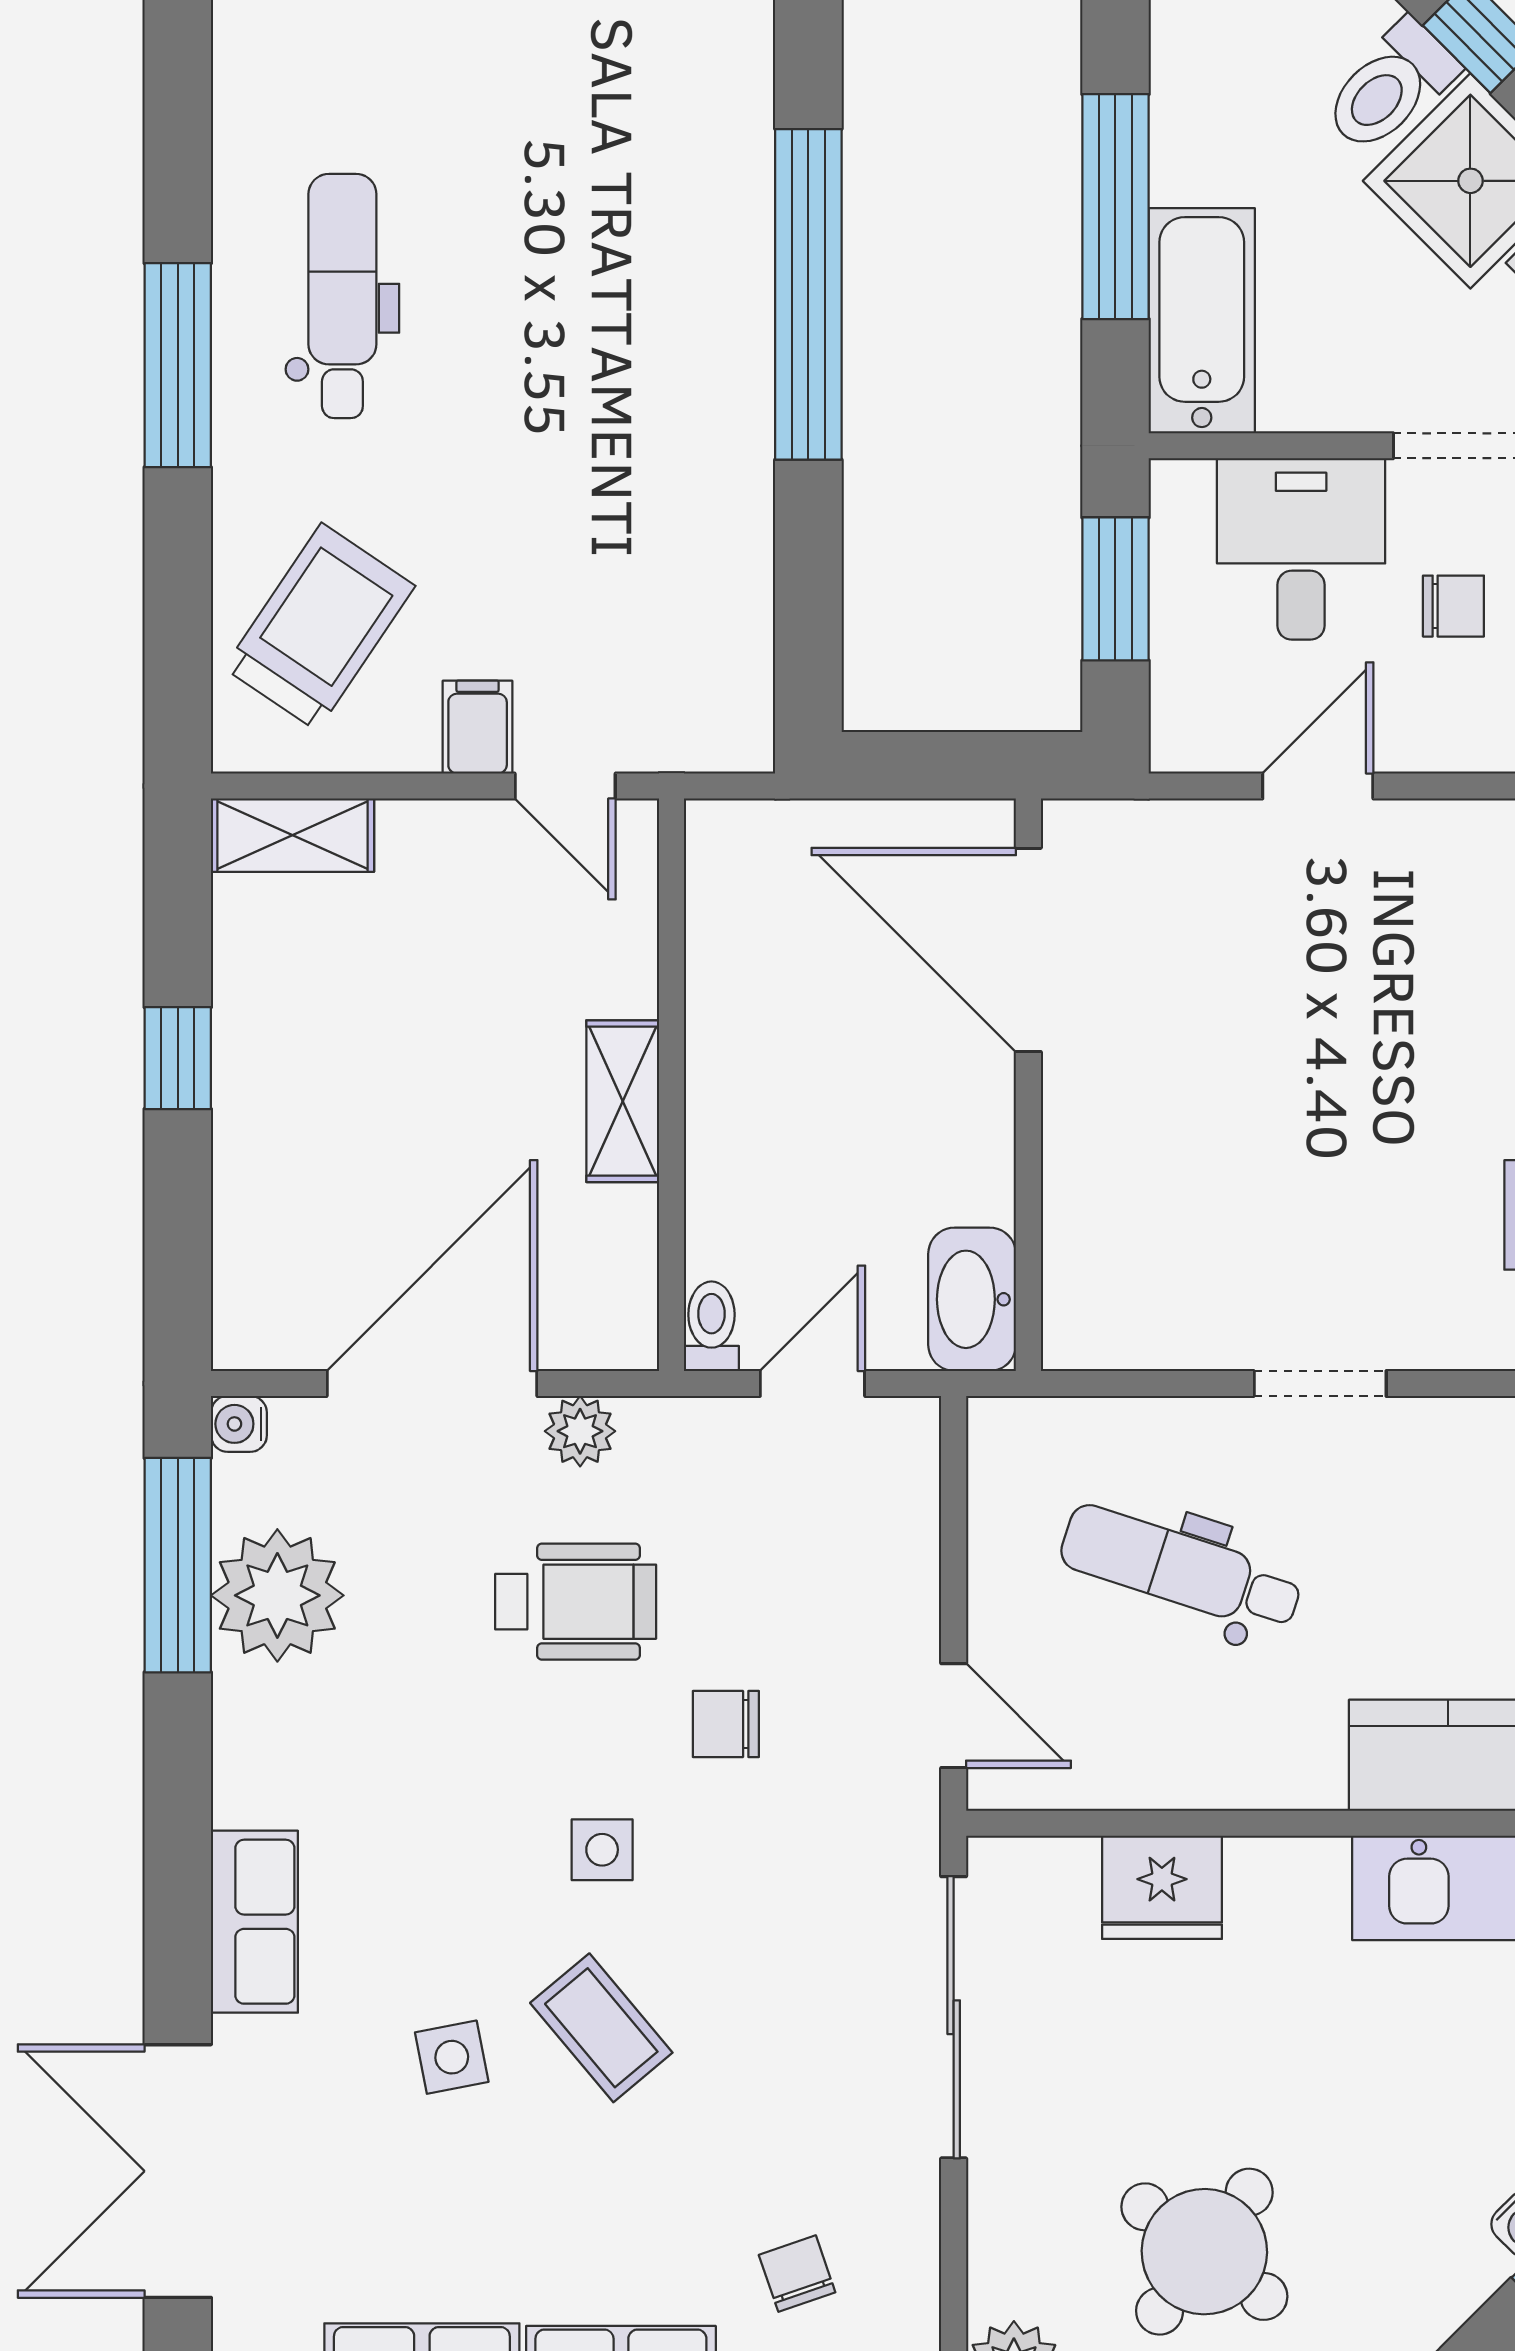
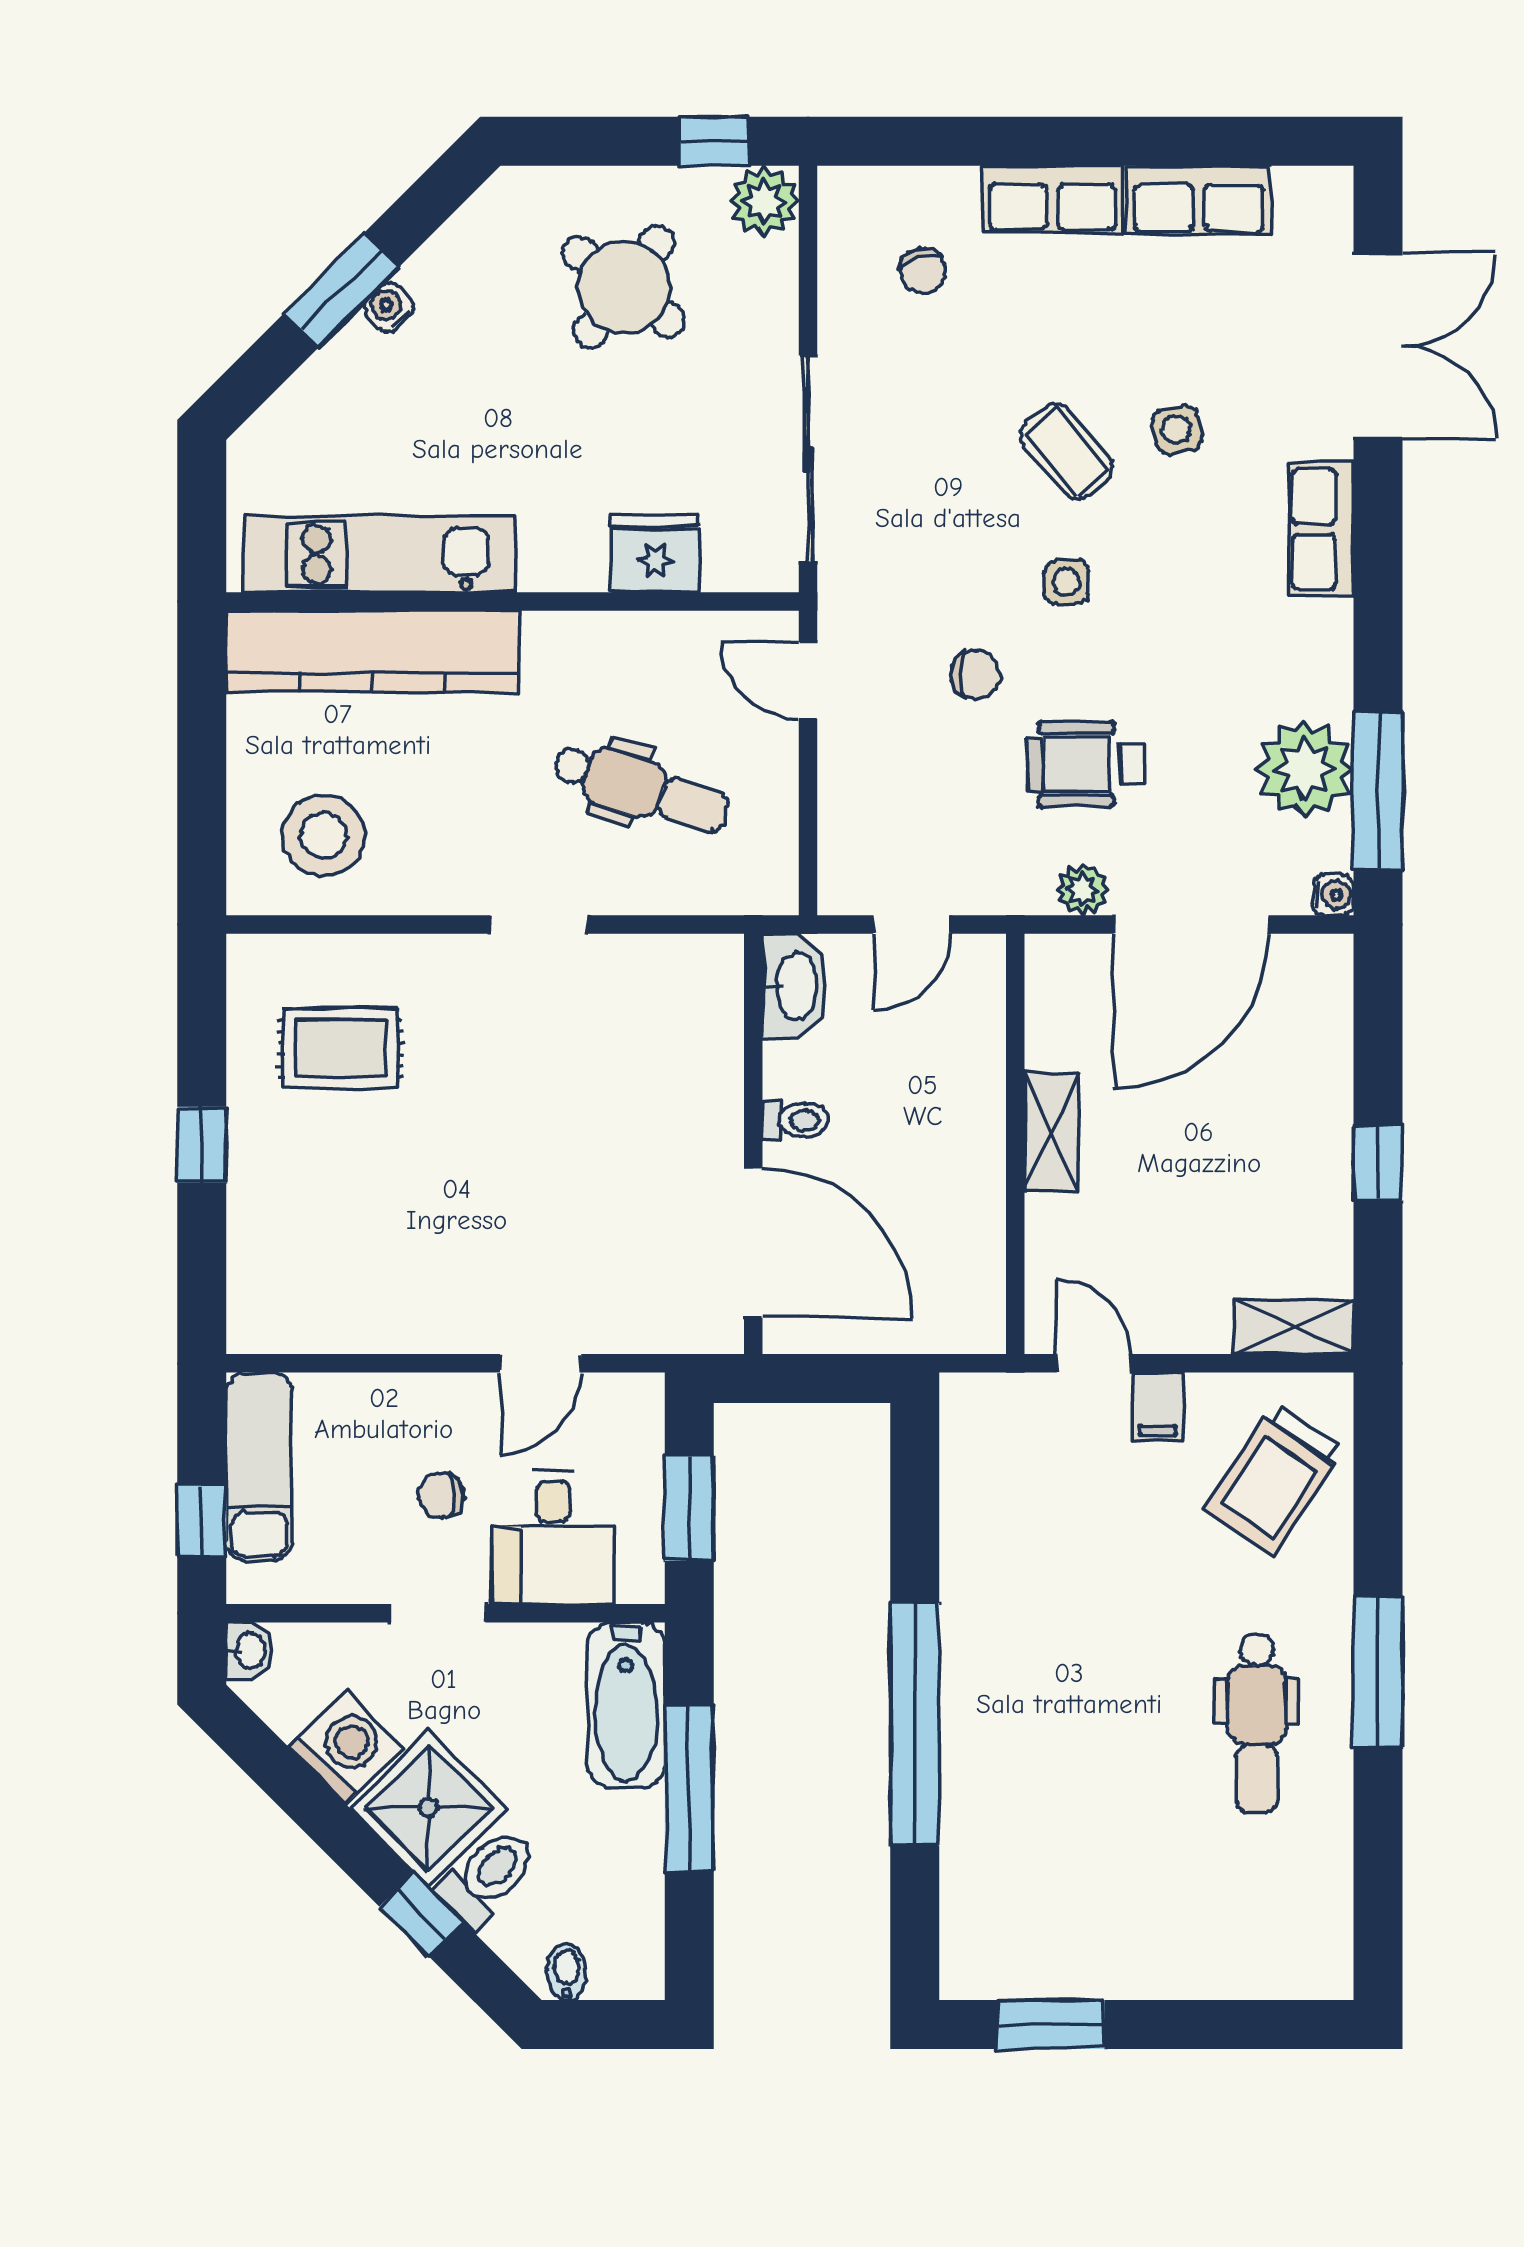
toilet: (711, 1326) -> (795, 1120), moved, turned -90

